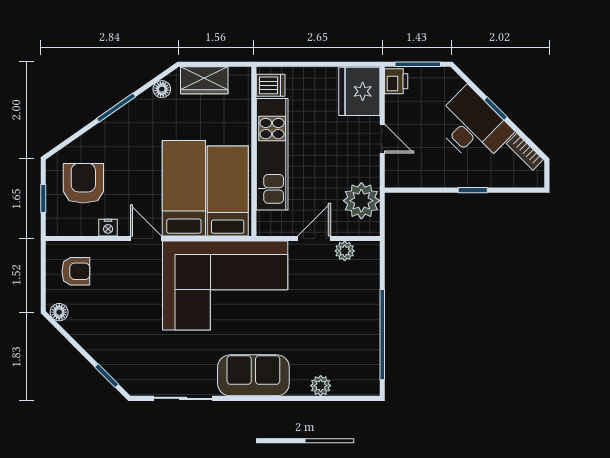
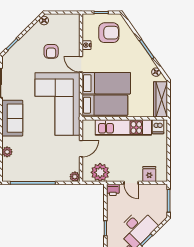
wardrobe: (204, 80) -> (161, 99), width x1.50
printer: (396, 81) -> (113, 190), moved
fridge: (359, 91) -> (149, 174), width x0.53, depth x0.75
door: (382, 139) -> (131, 183), hinge flipped
door: (146, 239) -> (81, 64), swing flipped
door: (314, 239) -> (81, 149), hinge flipped
plant: (345, 251) -> (75, 177), moved
armchair: (76, 271) -> (51, 51), moved

